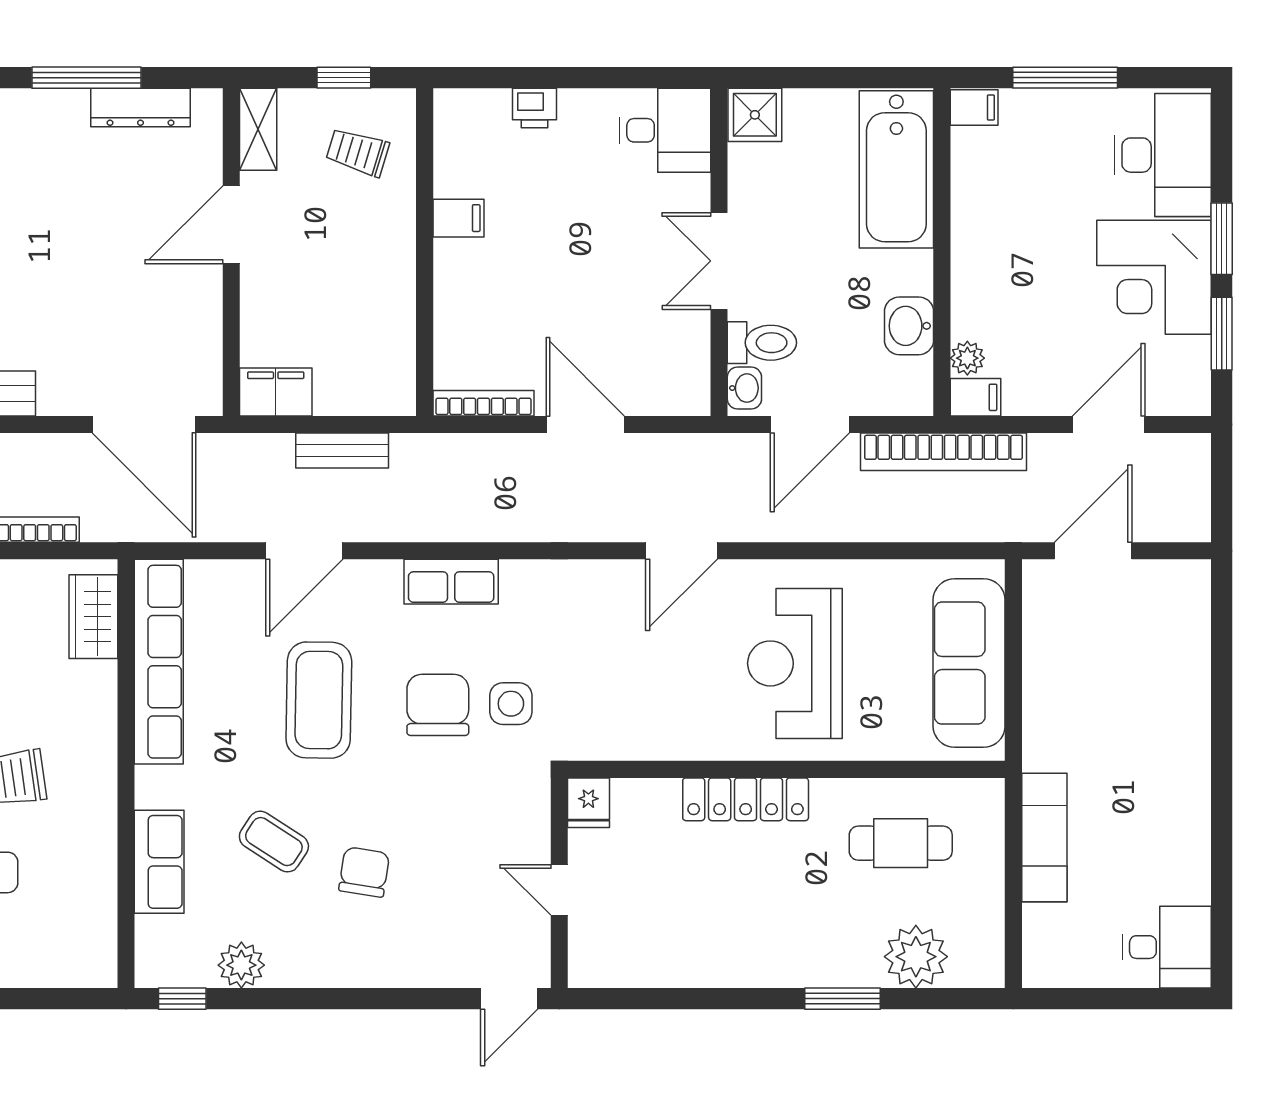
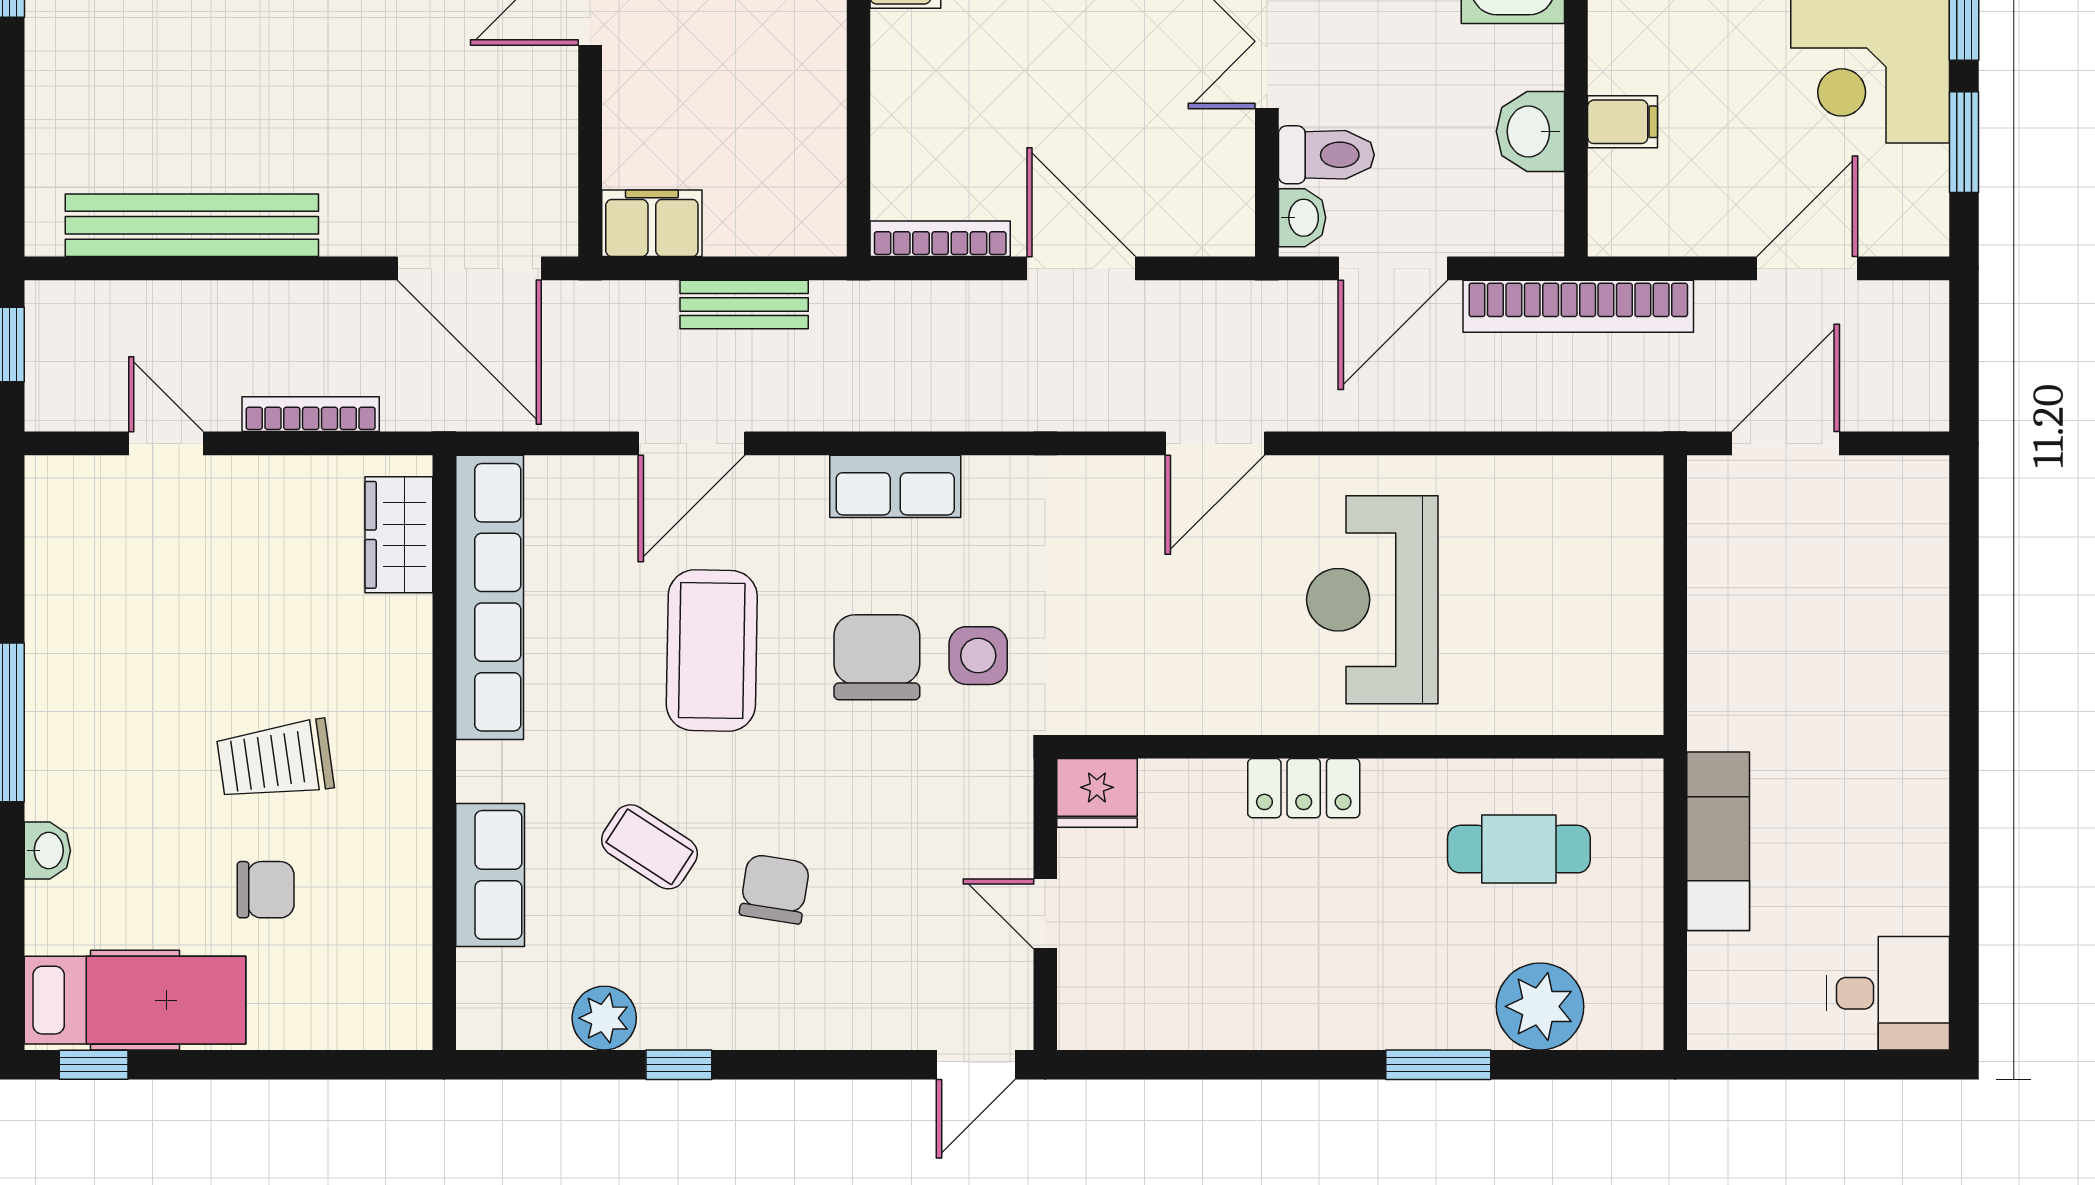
plant: (967, 358) -> (1611, 176), removed
filing cabinet: (975, 397) -> (1623, 122), moved
sofa: (969, 663) -> (1614, 599), removed
locker: (746, 799) -> (1304, 788), width x0.66
fridge: (588, 803) -> (1097, 793), width x1.38
window: (182, 999) -> (679, 1065), moved

